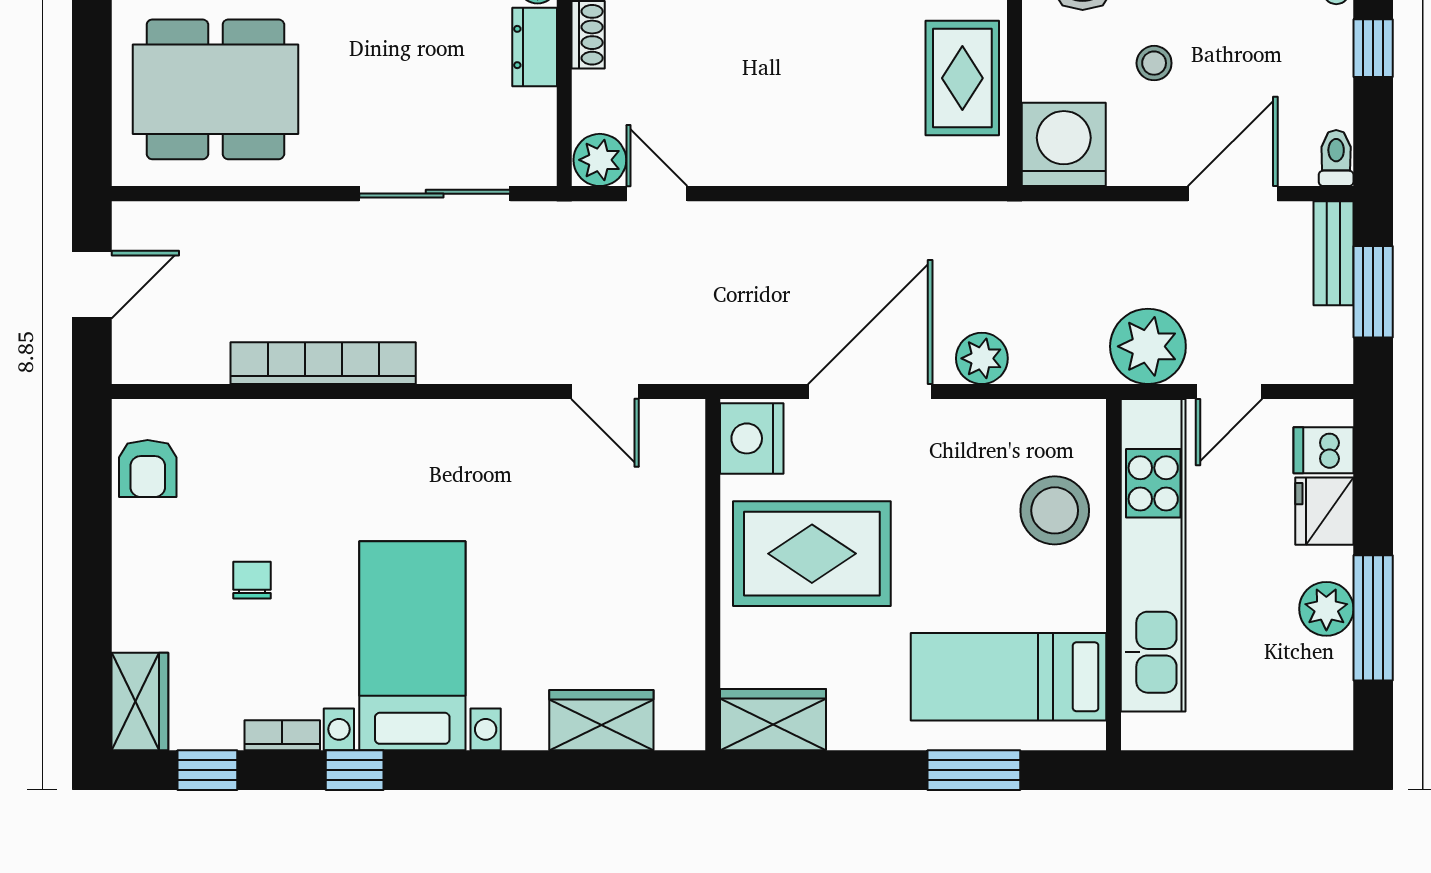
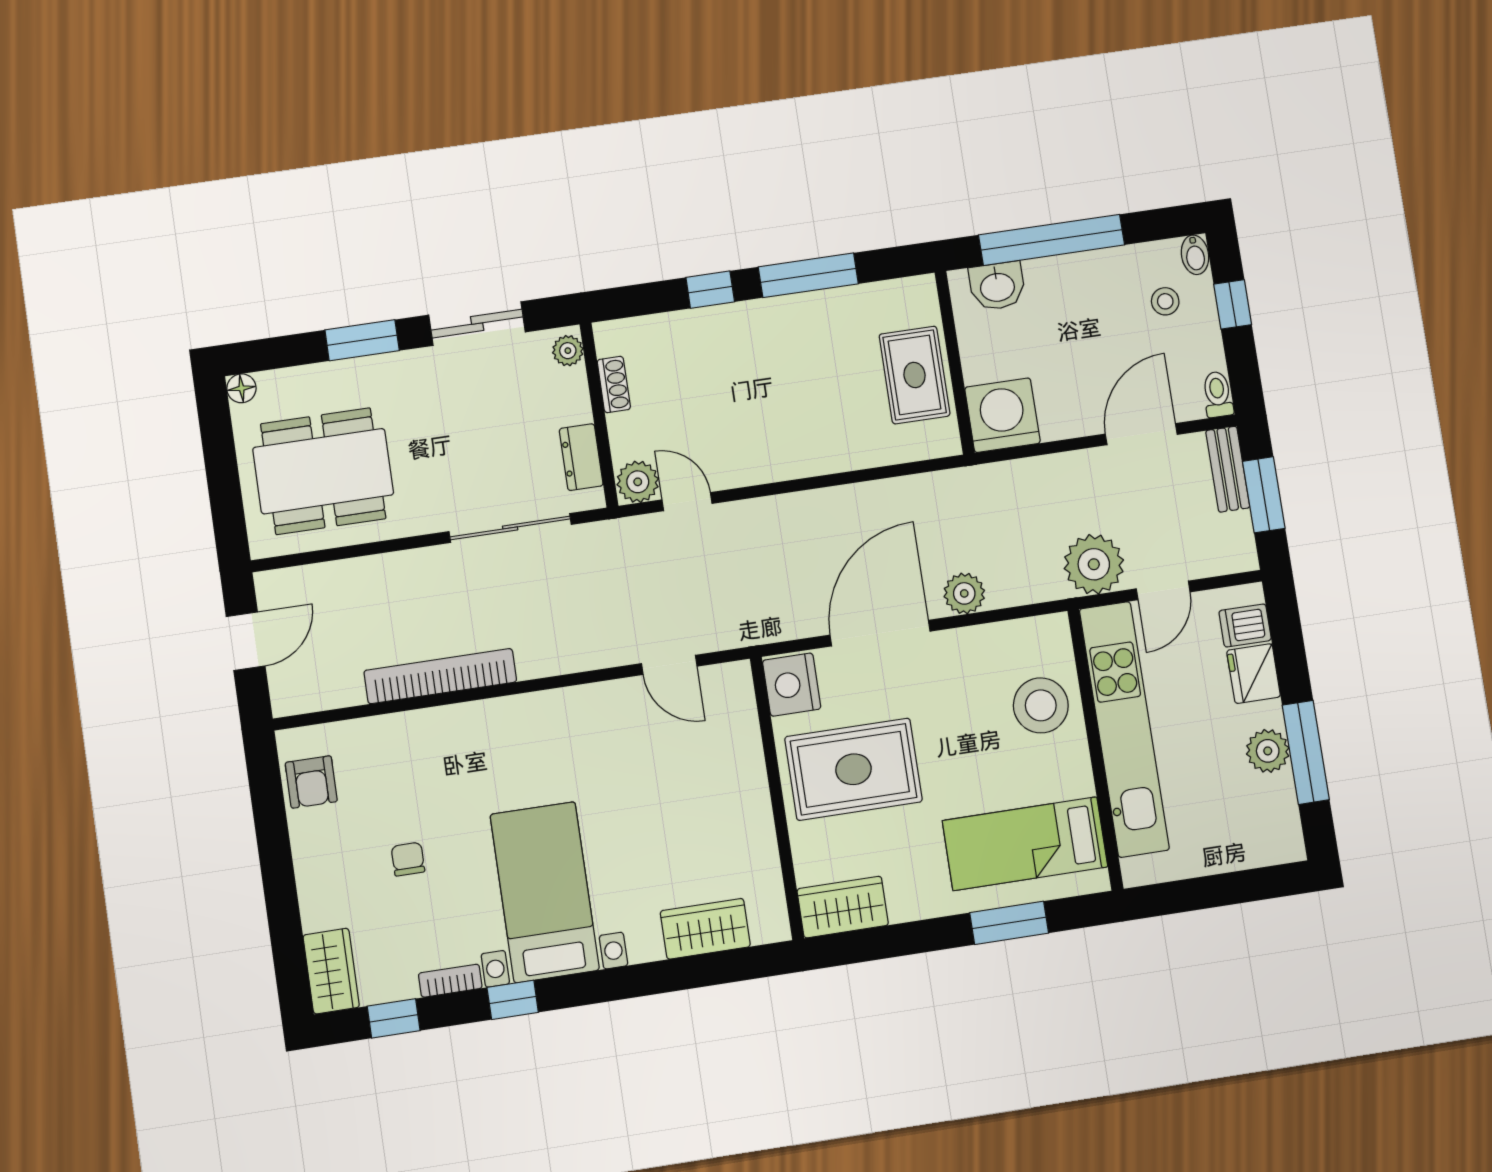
dresser: (535, 47) -> (581, 457), moved
stool: (1154, 63) -> (1165, 301), moved

